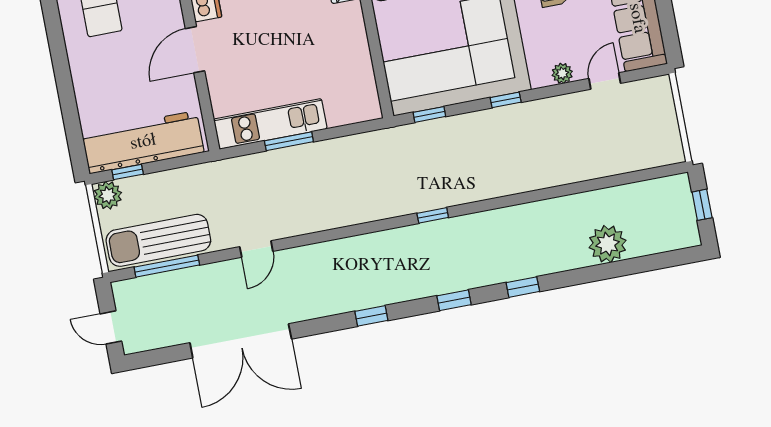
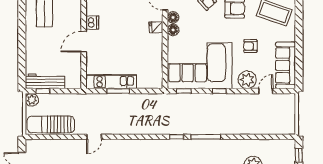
plant: (562, 73) -> (247, 80), width x1.87, depth x1.87
workbench: (143, 142) -> (45, 81), width x0.73, depth x0.76
window: (167, 266) -> (206, 137), moved

